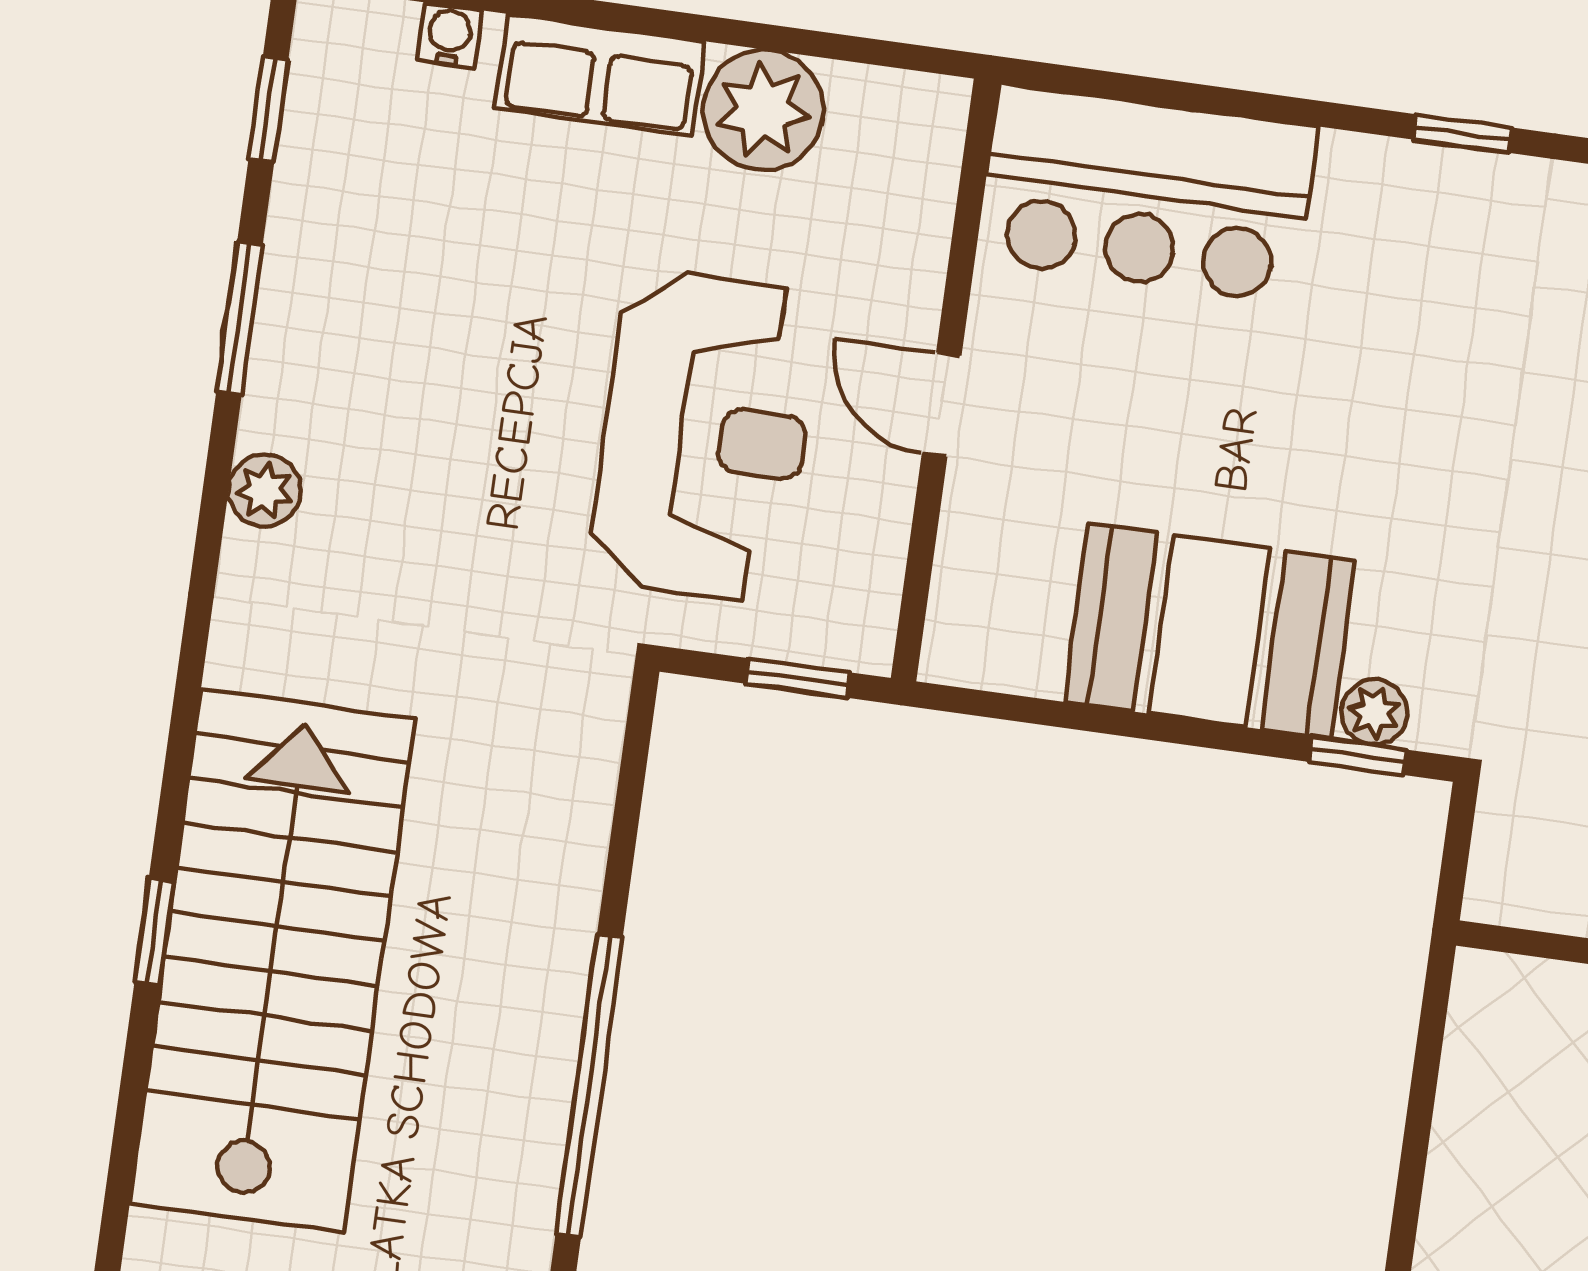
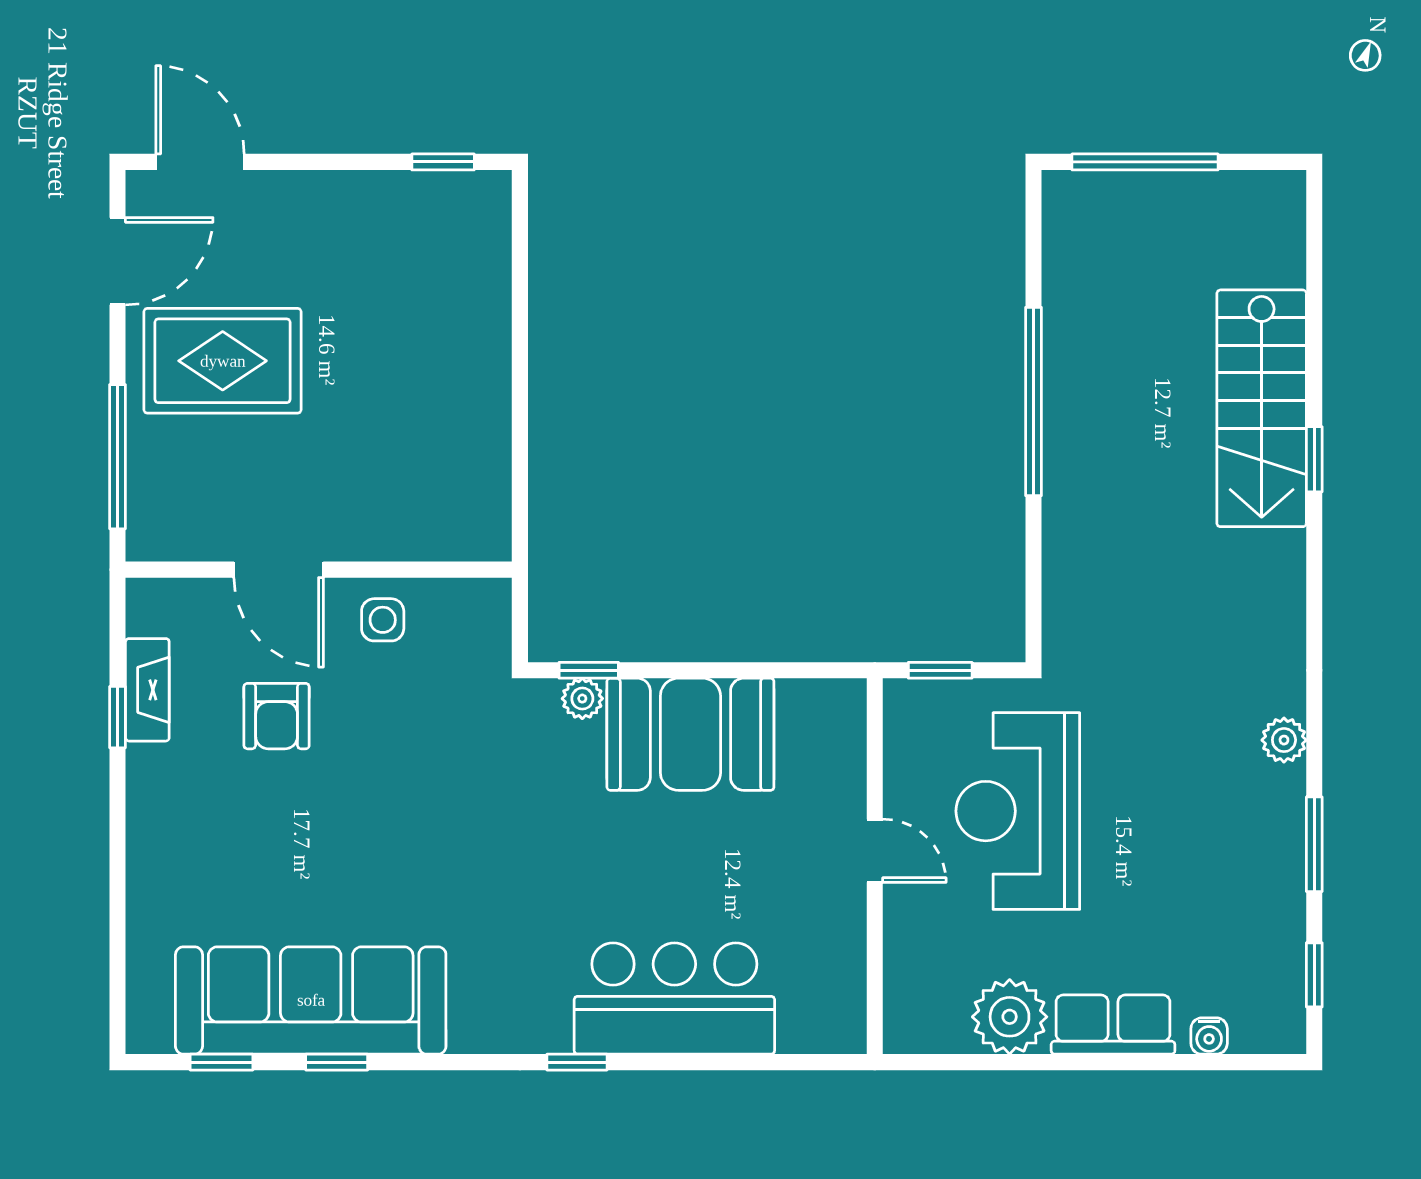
bar counter: (1147, 193) -> (674, 999), moved
stairs: (273, 961) -> (1262, 408), width x0.73, depth x0.66

